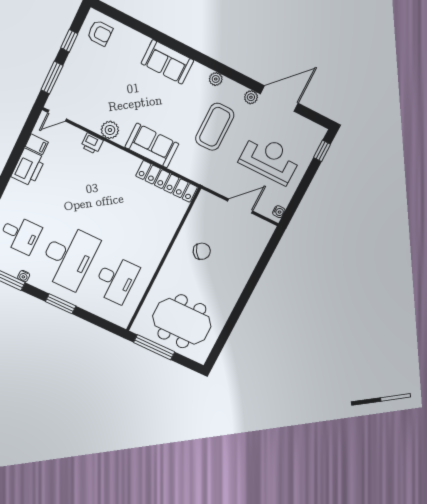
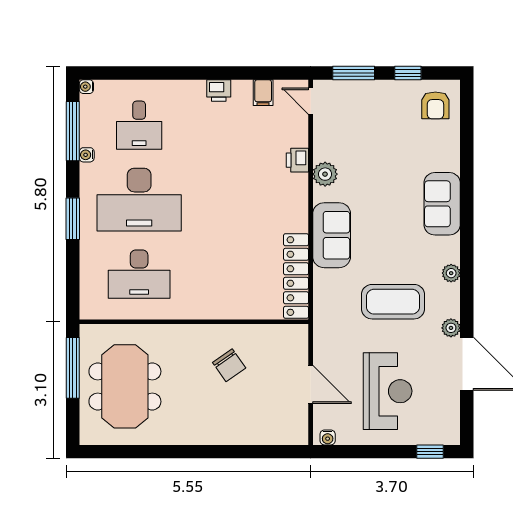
printer: (28, 167) -> (219, 91), width x0.53, depth x0.68

